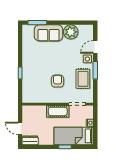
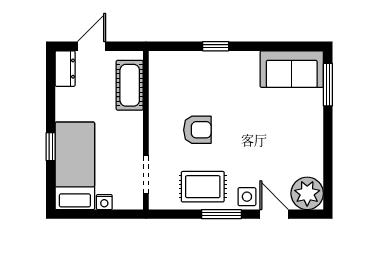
plant: (71, 32) -> (307, 193), moved
sofa: (48, 33) -> (292, 69), moved, turned -90
cot: (58, 111) -> (130, 85), moved

